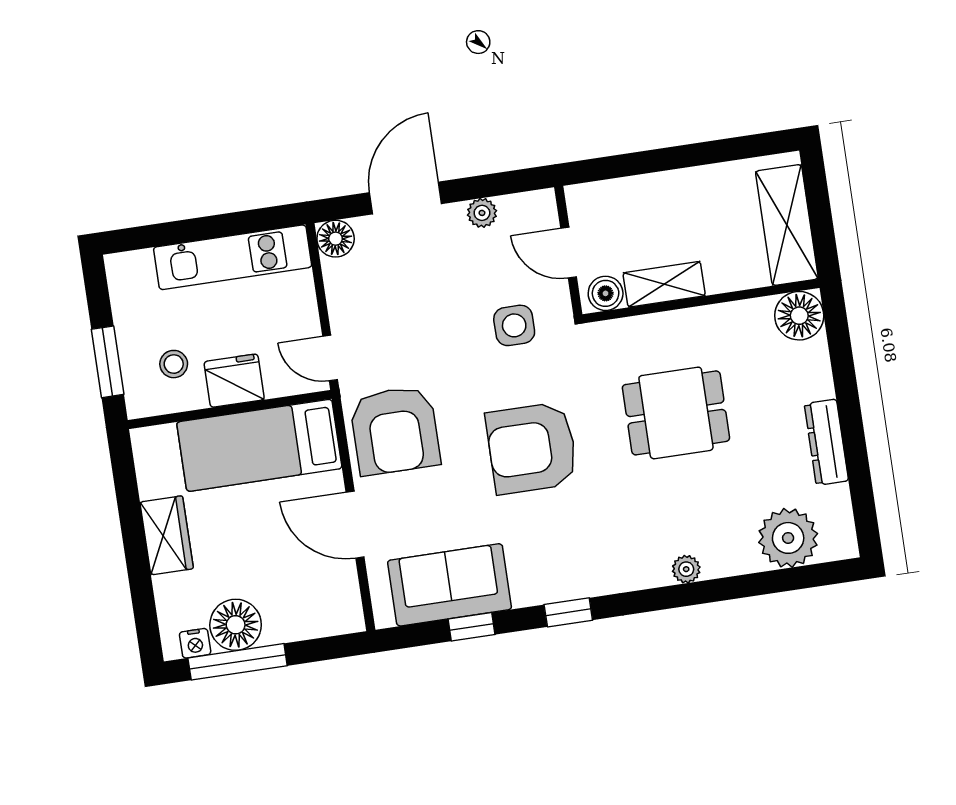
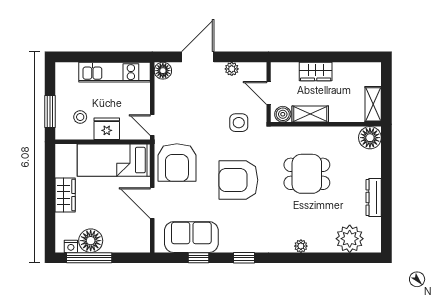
wardrobe: (662, 192) -> (316, 72), added
shelving: (787, 225) -> (373, 104), width x0.67, depth x0.75

